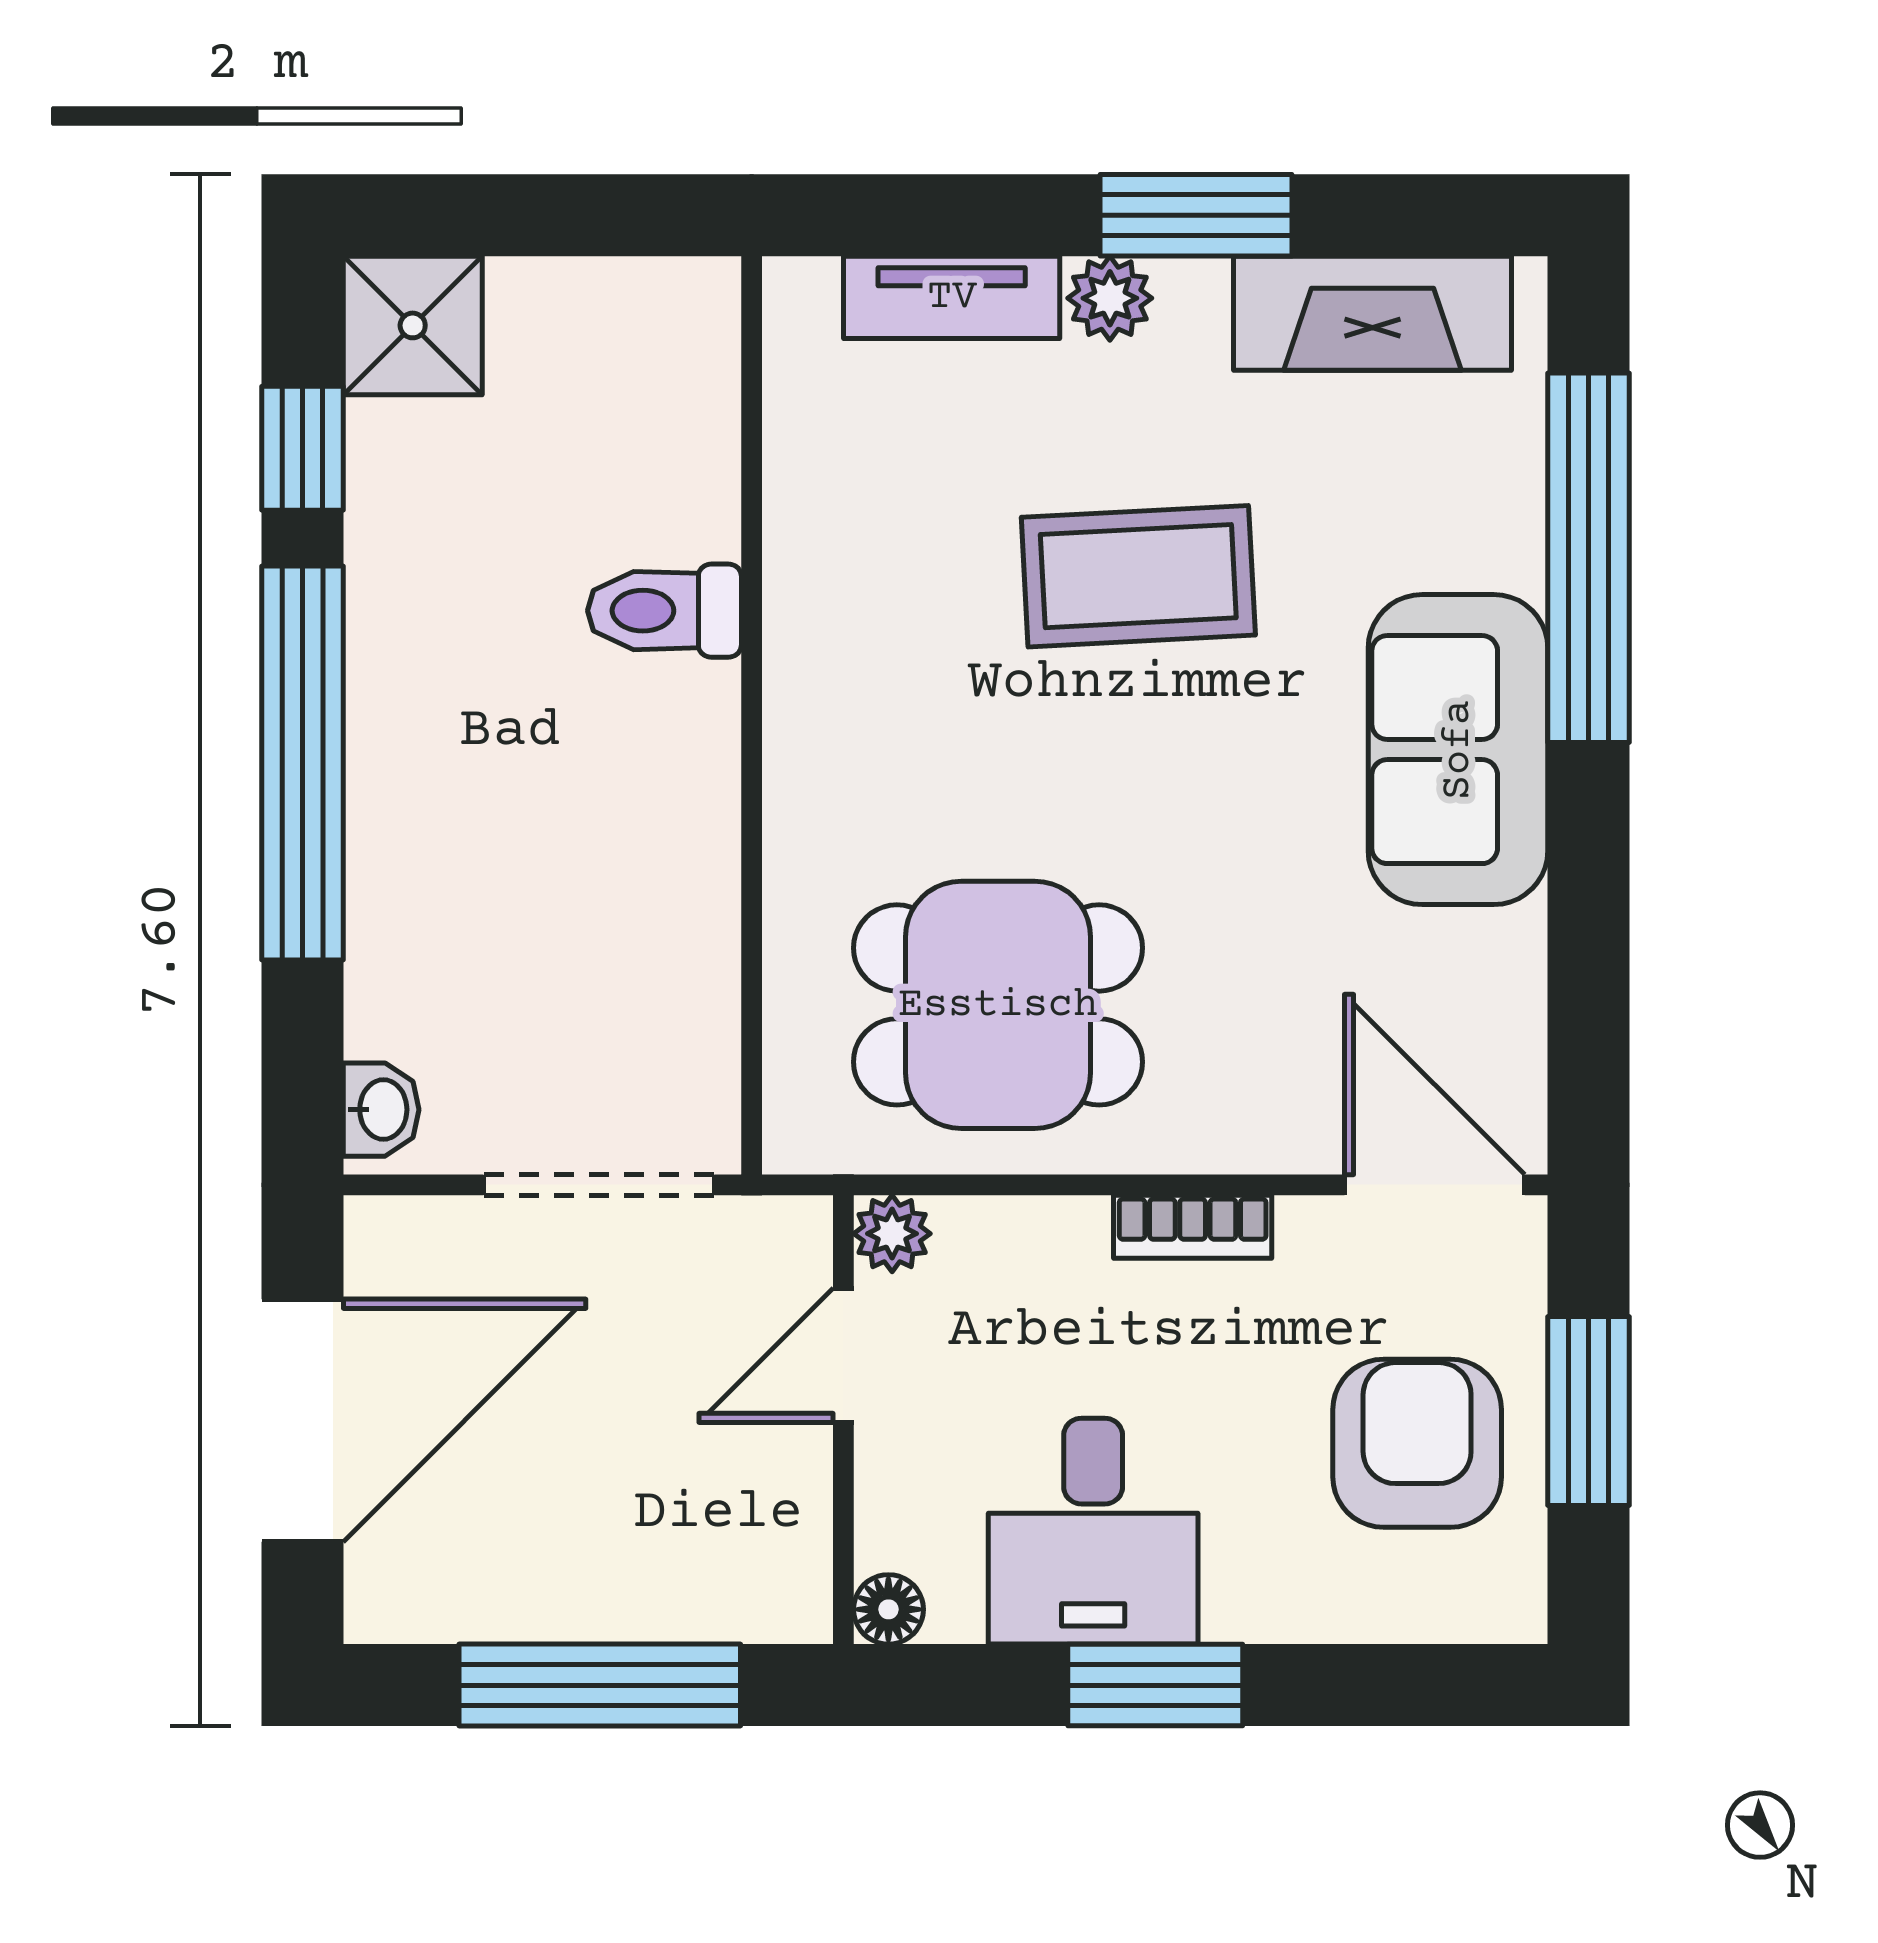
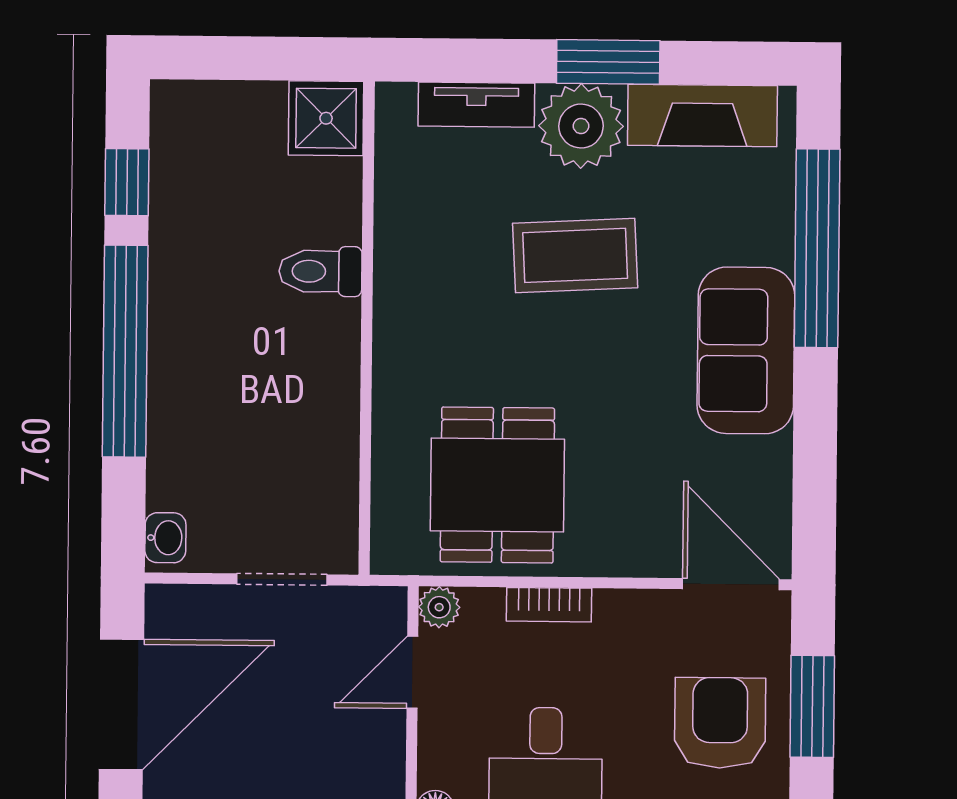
plant: (1110, 298) -> (581, 126), width x1.87, depth x1.87
shower: (413, 325) -> (326, 118), moved
dining table: (998, 1005) -> (497, 485), turned 90
doorway: (599, 1185) -> (282, 579), width x0.73
bookcase: (1193, 1227) -> (549, 605), moved

